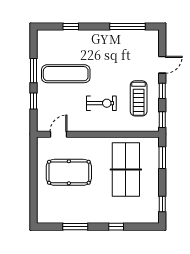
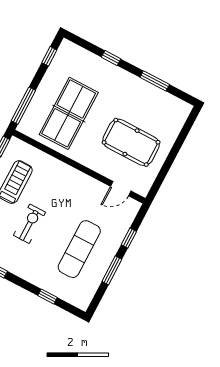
exercise mat: (66, 74) -> (79, 249), turned 90
exercise bike: (101, 103) -> (30, 224), moved, turned 90
window: (162, 158) -> (23, 106), width x1.44

